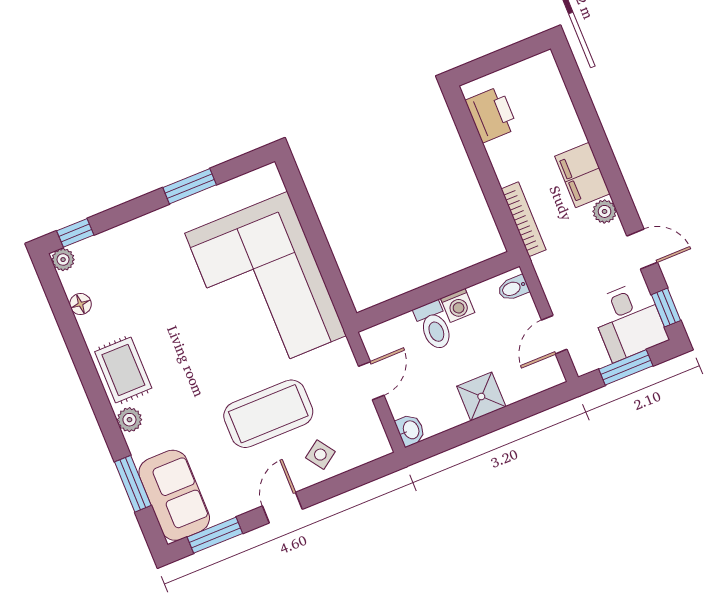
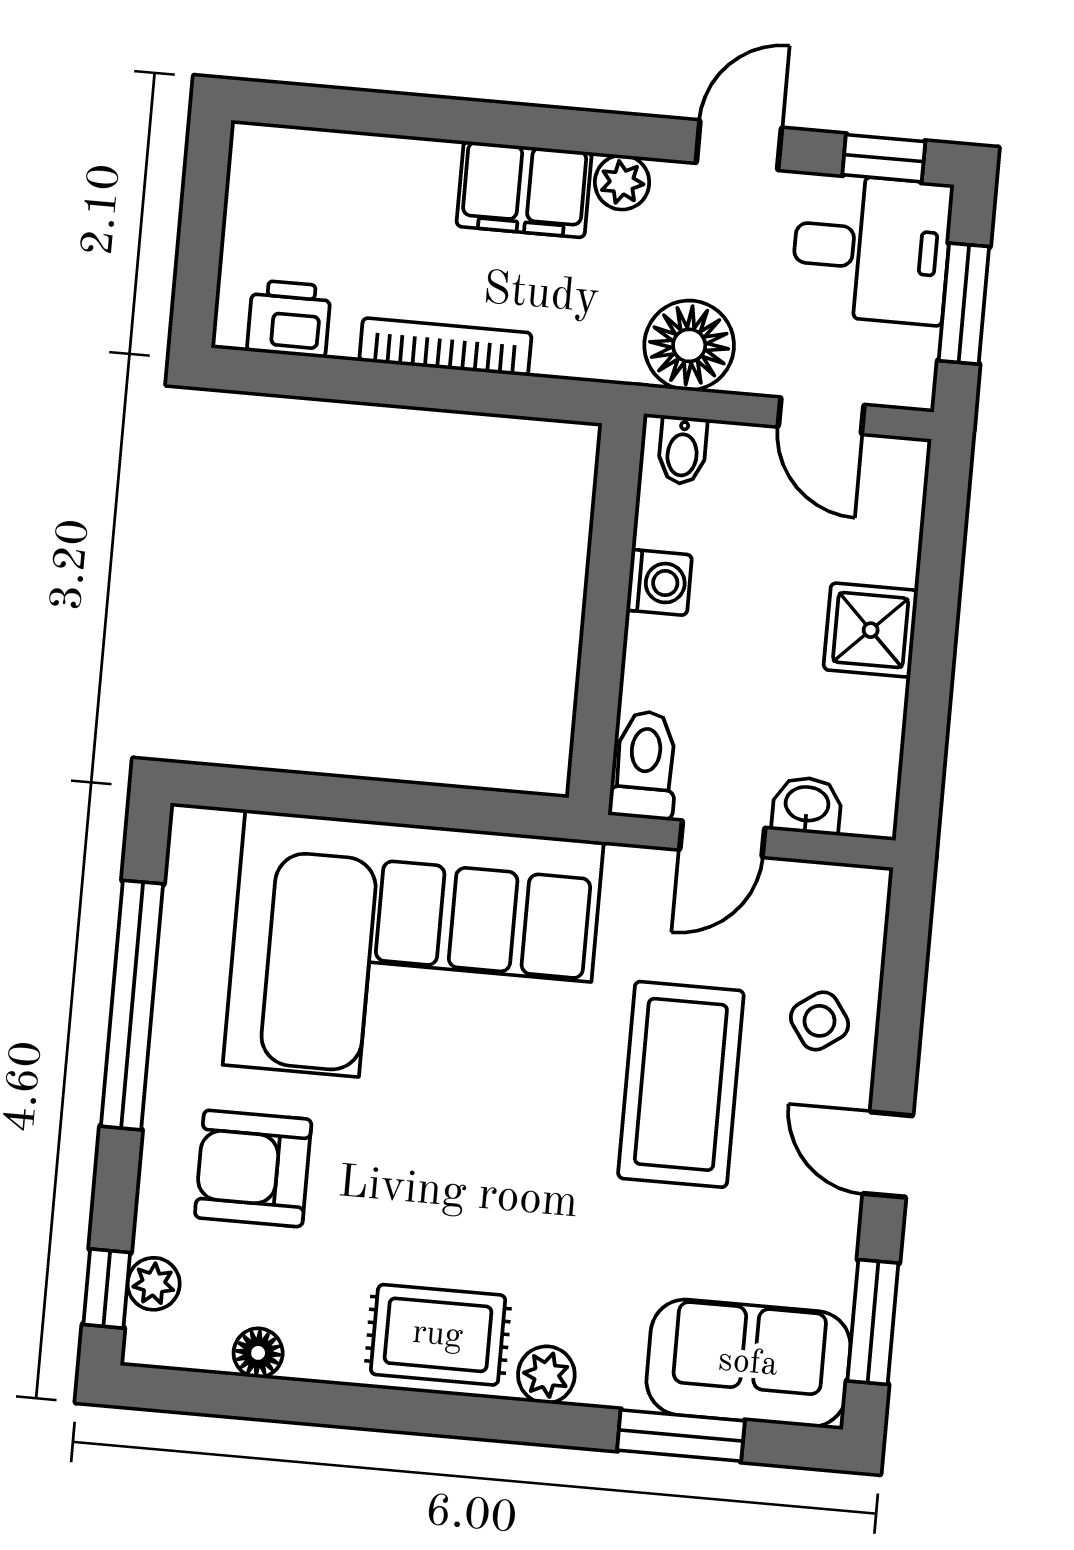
printer: (491, 114) -> (289, 319), width x0.73, depth x0.81
window: (190, 186) -> (132, 1005), width x2.11
bookcase: (524, 219) -> (445, 347), moved
plant: (63, 260) -> (154, 1284), moved
armchair: (151, 265) -> (253, 1168), added
floor lamp: (555, 270) -> (689, 345), added
toilet: (434, 326) -> (645, 765), moved, turned -90
door: (371, 381) -> (722, 839), swing flipped
washbasin: (410, 430) -> (807, 805), moved

